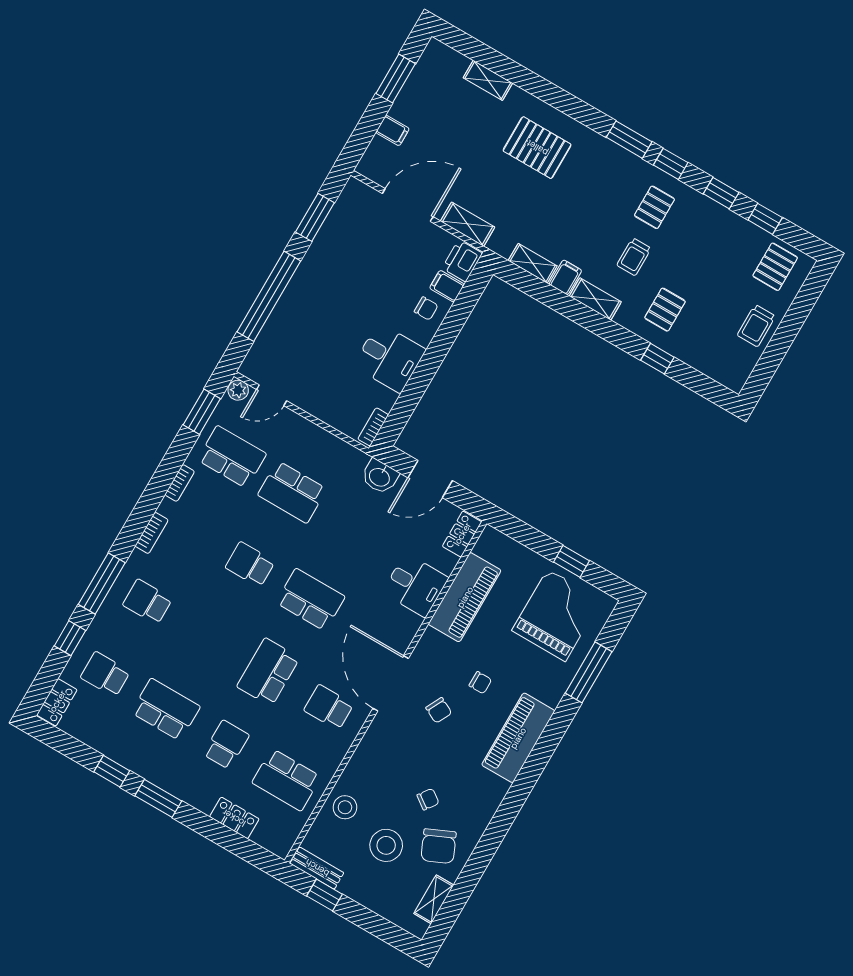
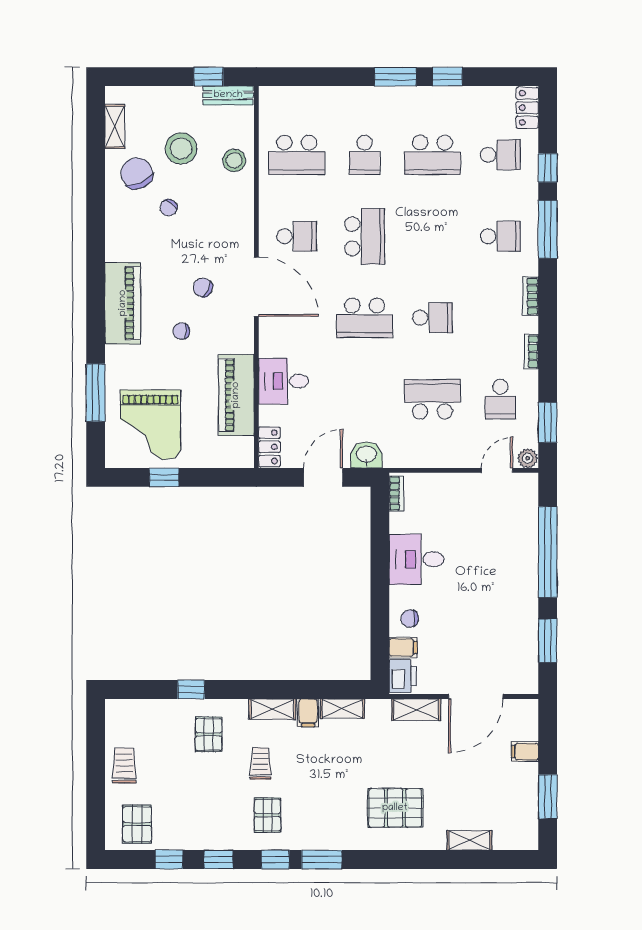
school desk: (232, 457) -> (500, 399), width x0.54
school desk: (286, 780) -> (297, 155), turned 180
locker: (234, 818) -> (322, 97), removed

